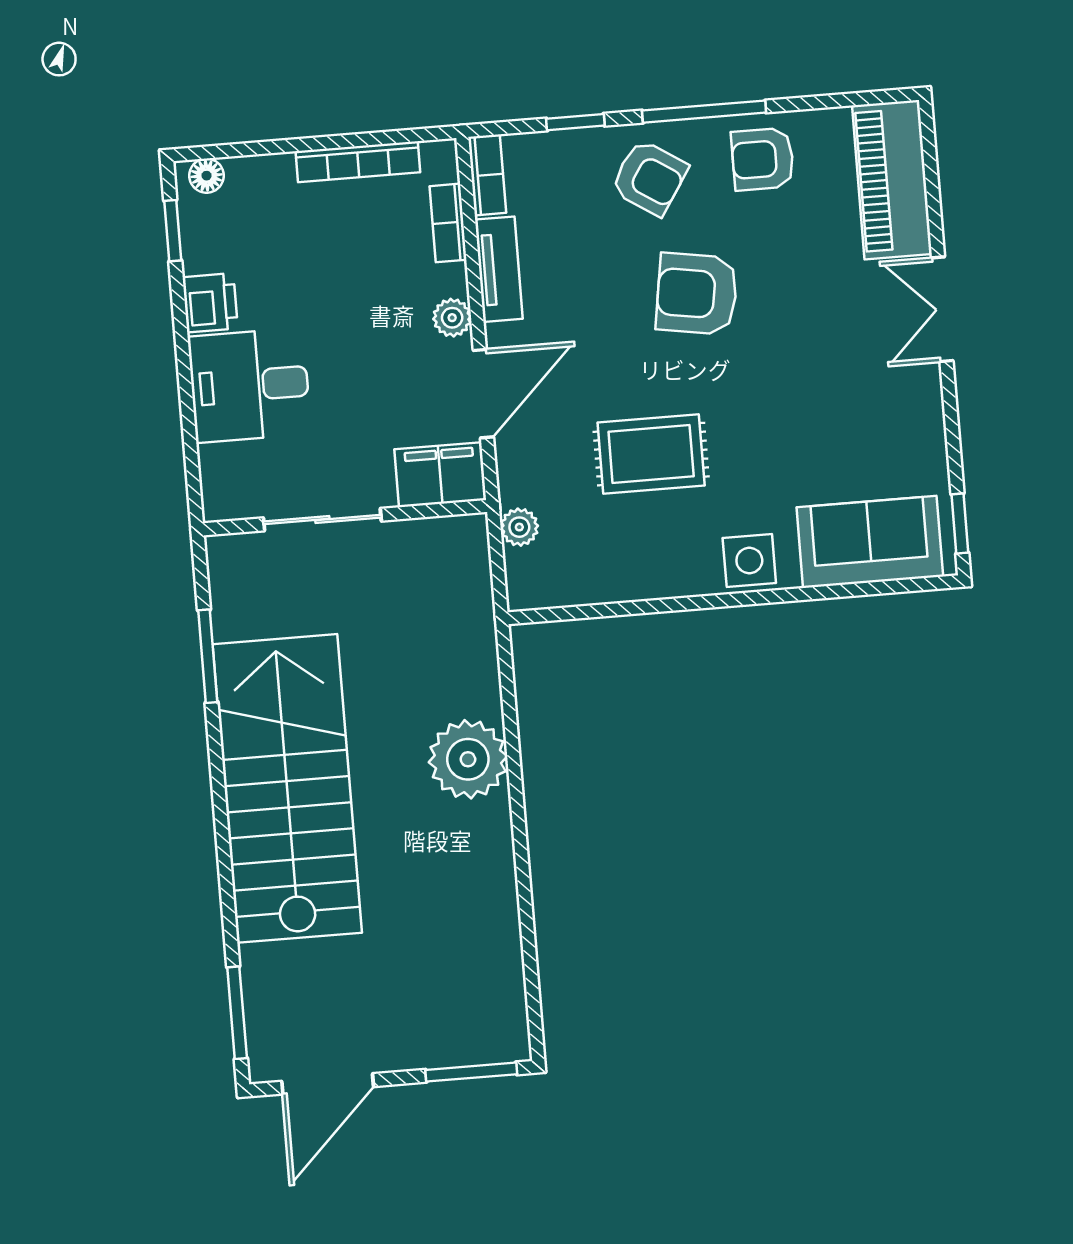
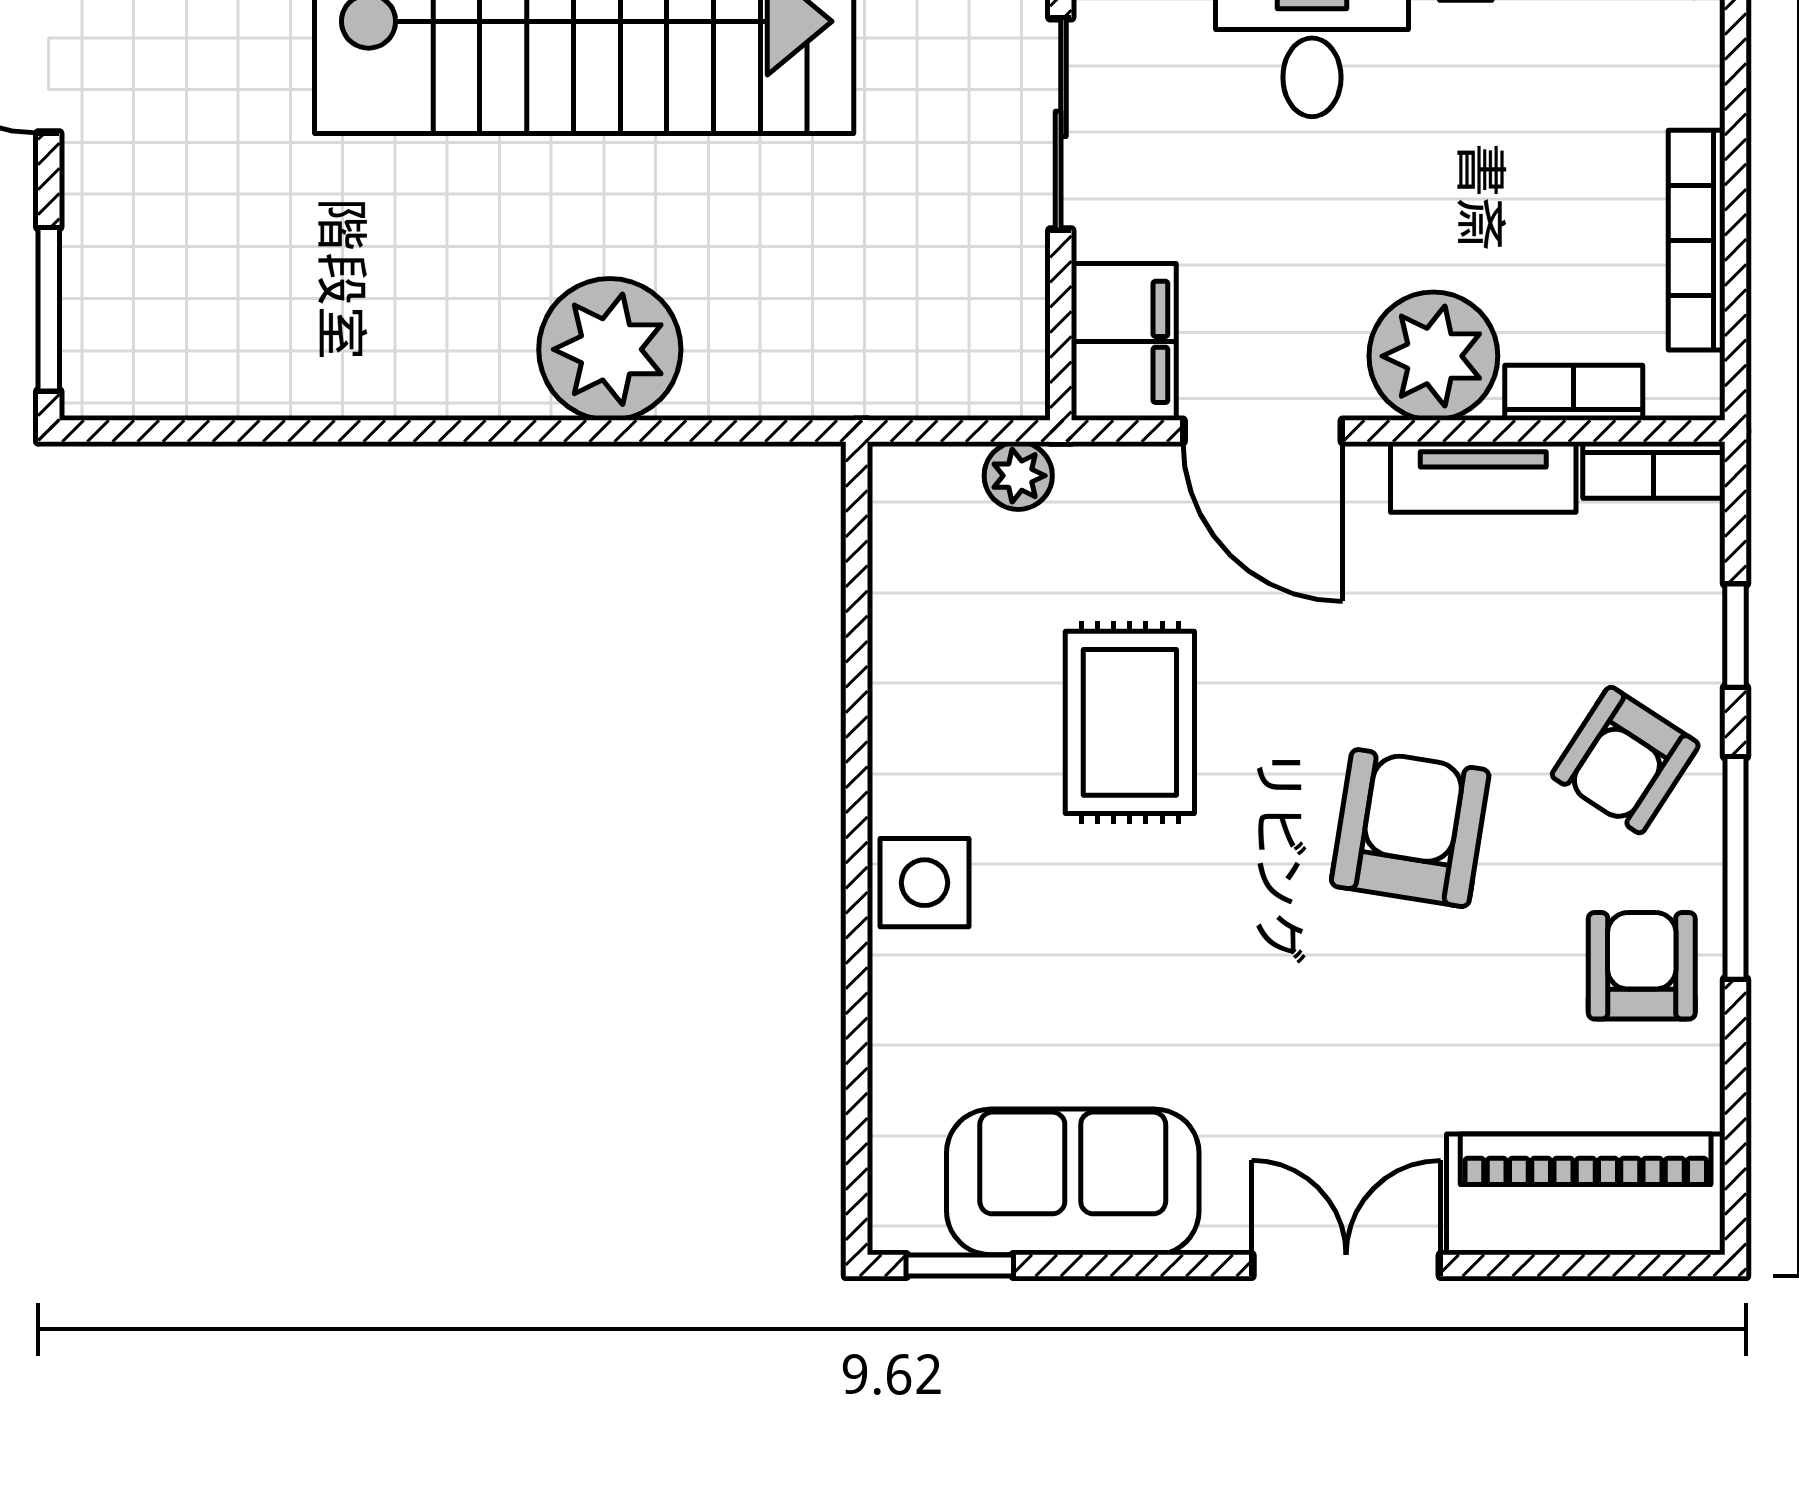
plant: (452, 318) -> (1433, 356), width x1.88, depth x1.88
sofa: (870, 542) -> (1073, 1182), moved, turned -90

